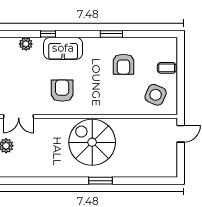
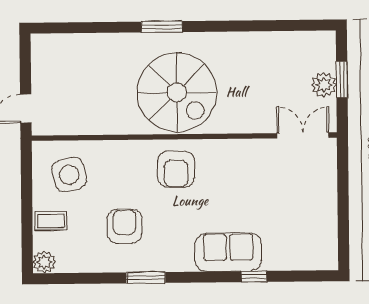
plant: (26, 44) -> (44, 262), moved
armchair: (62, 91) -> (176, 169), moved
side table: (156, 95) -> (69, 175), turned -38

